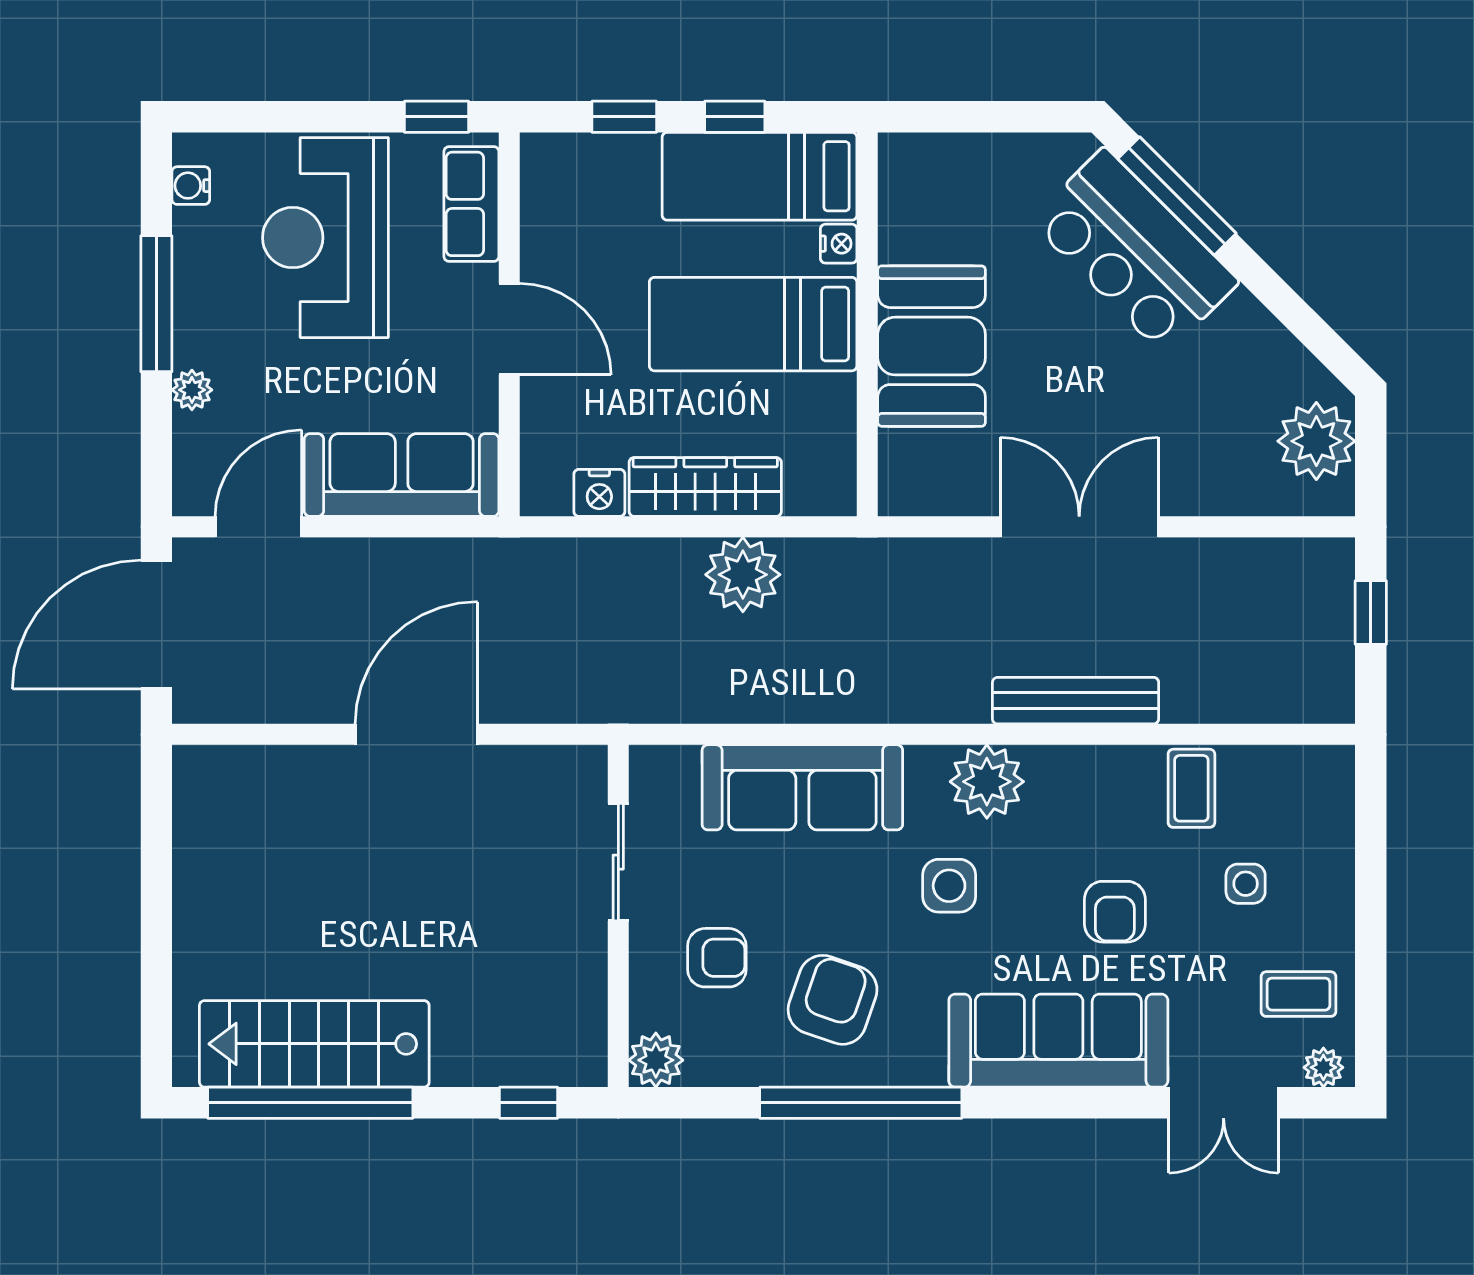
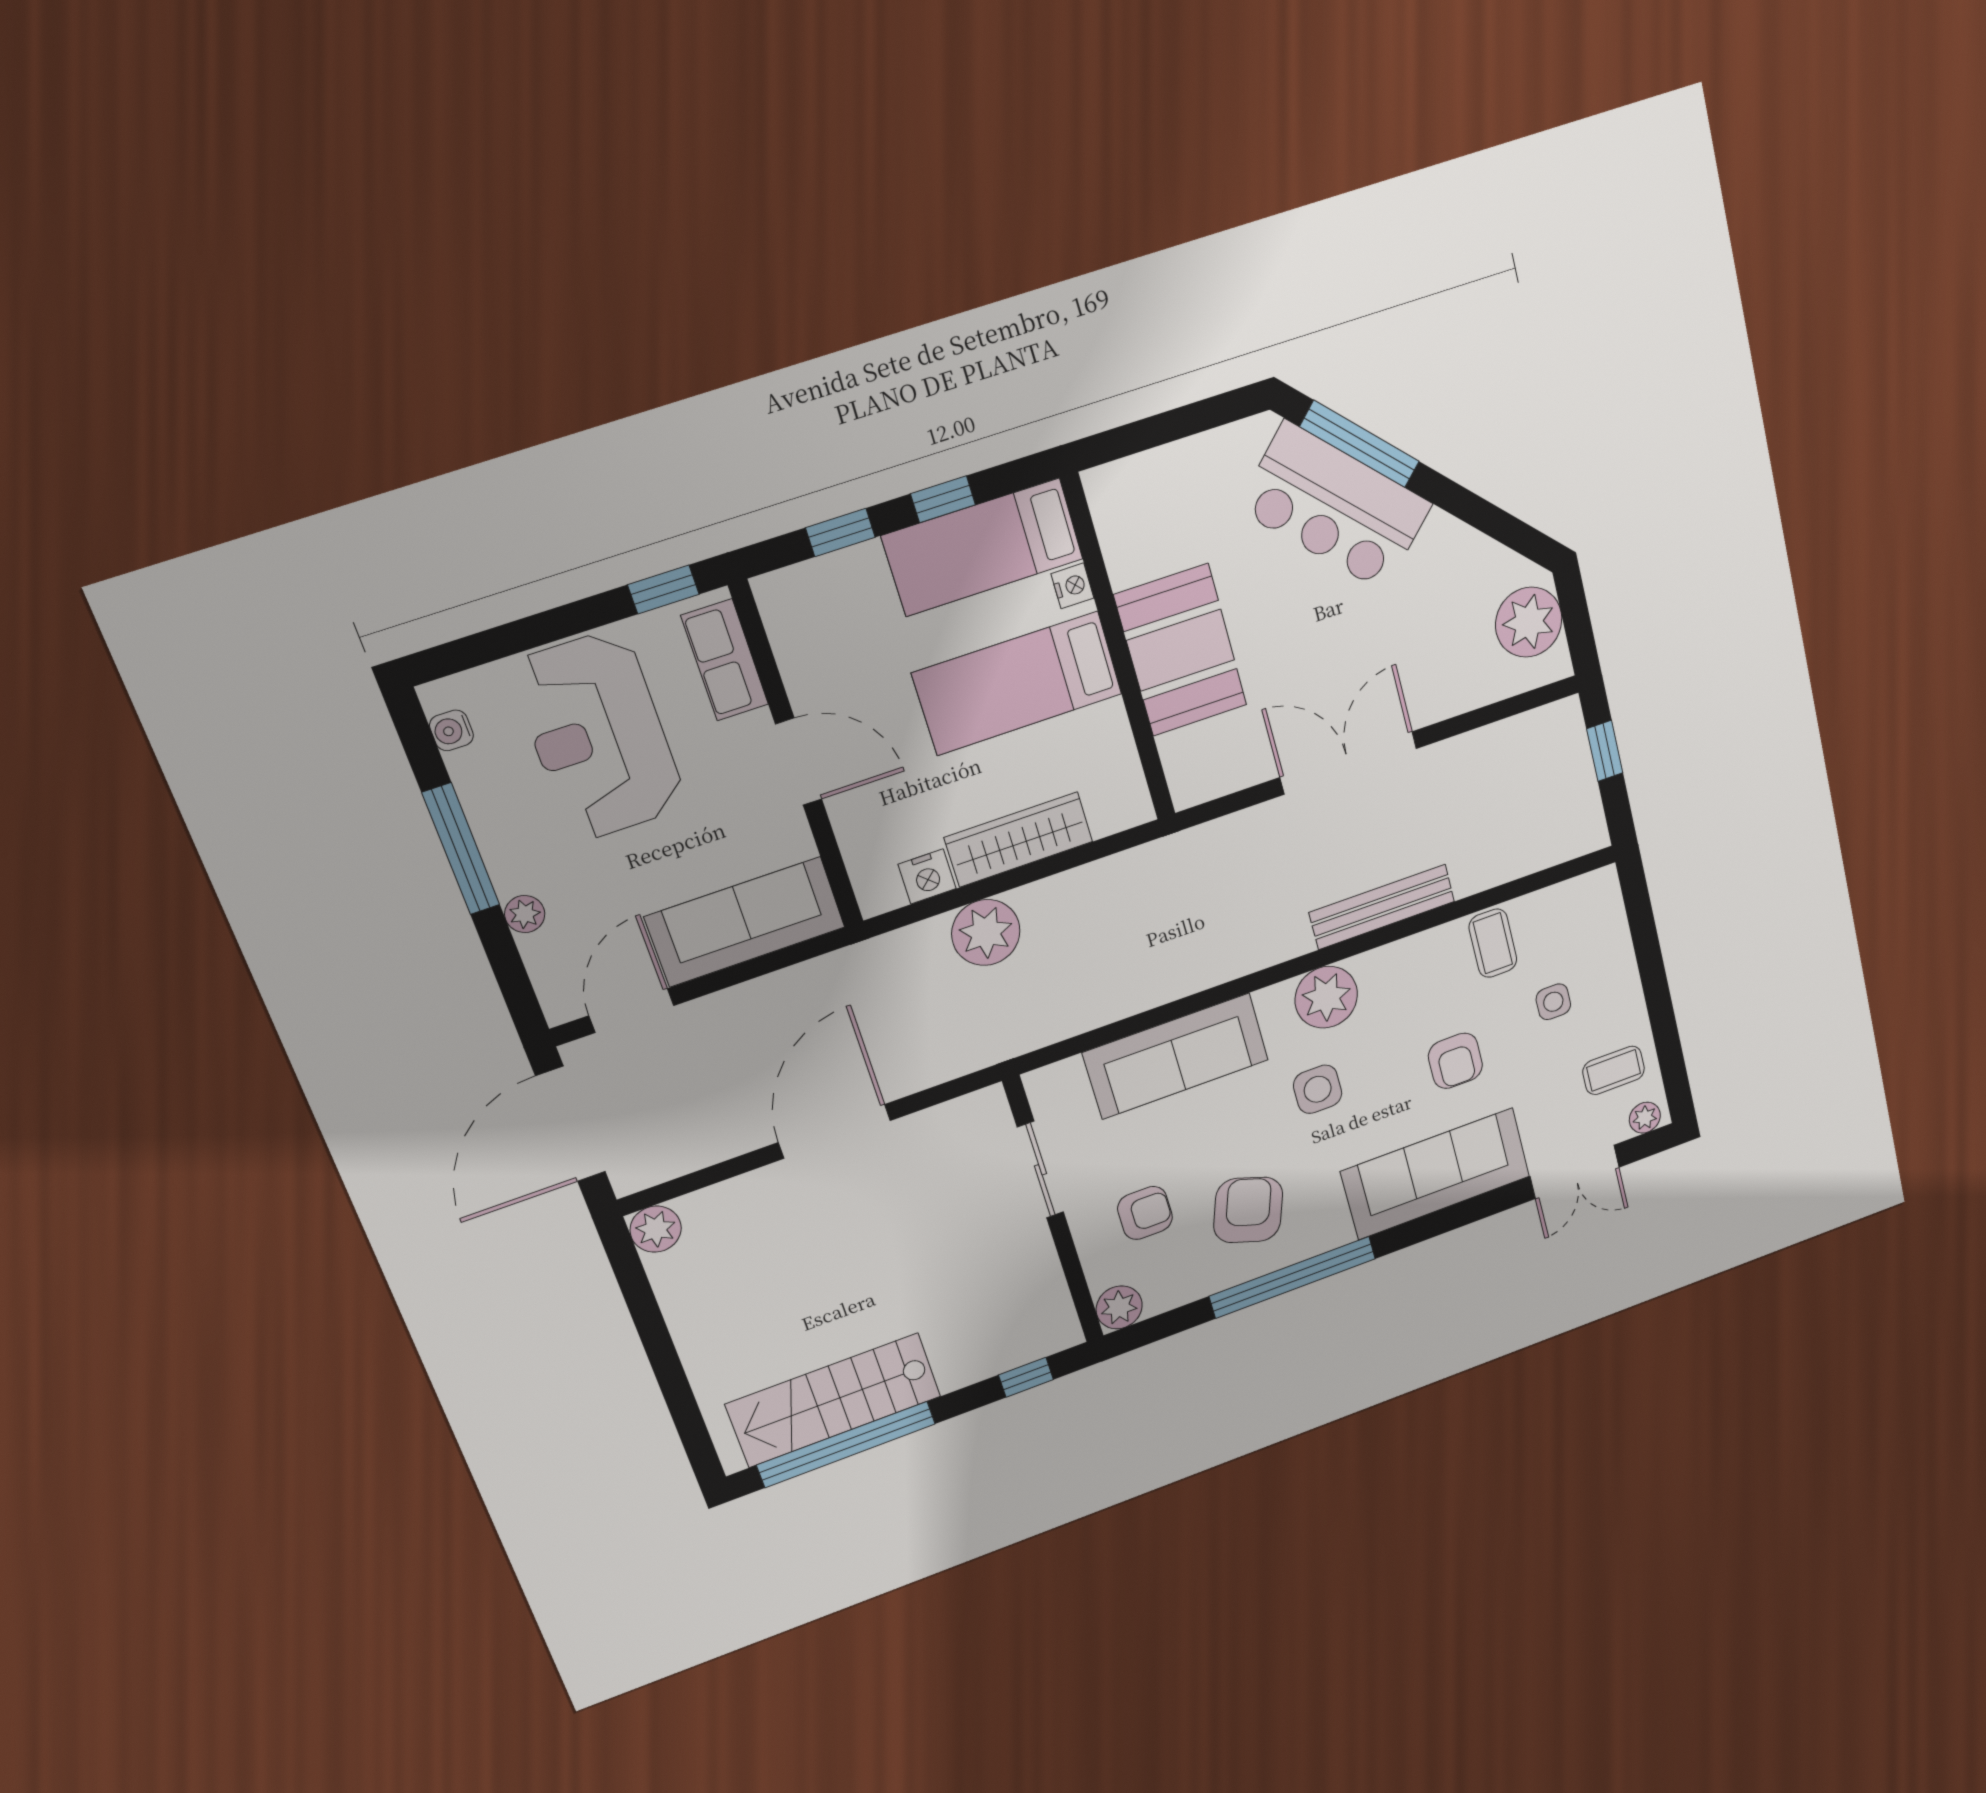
plant: (743, 575) -> (986, 933), moved
plant: (199, 772) -> (656, 1229), added

